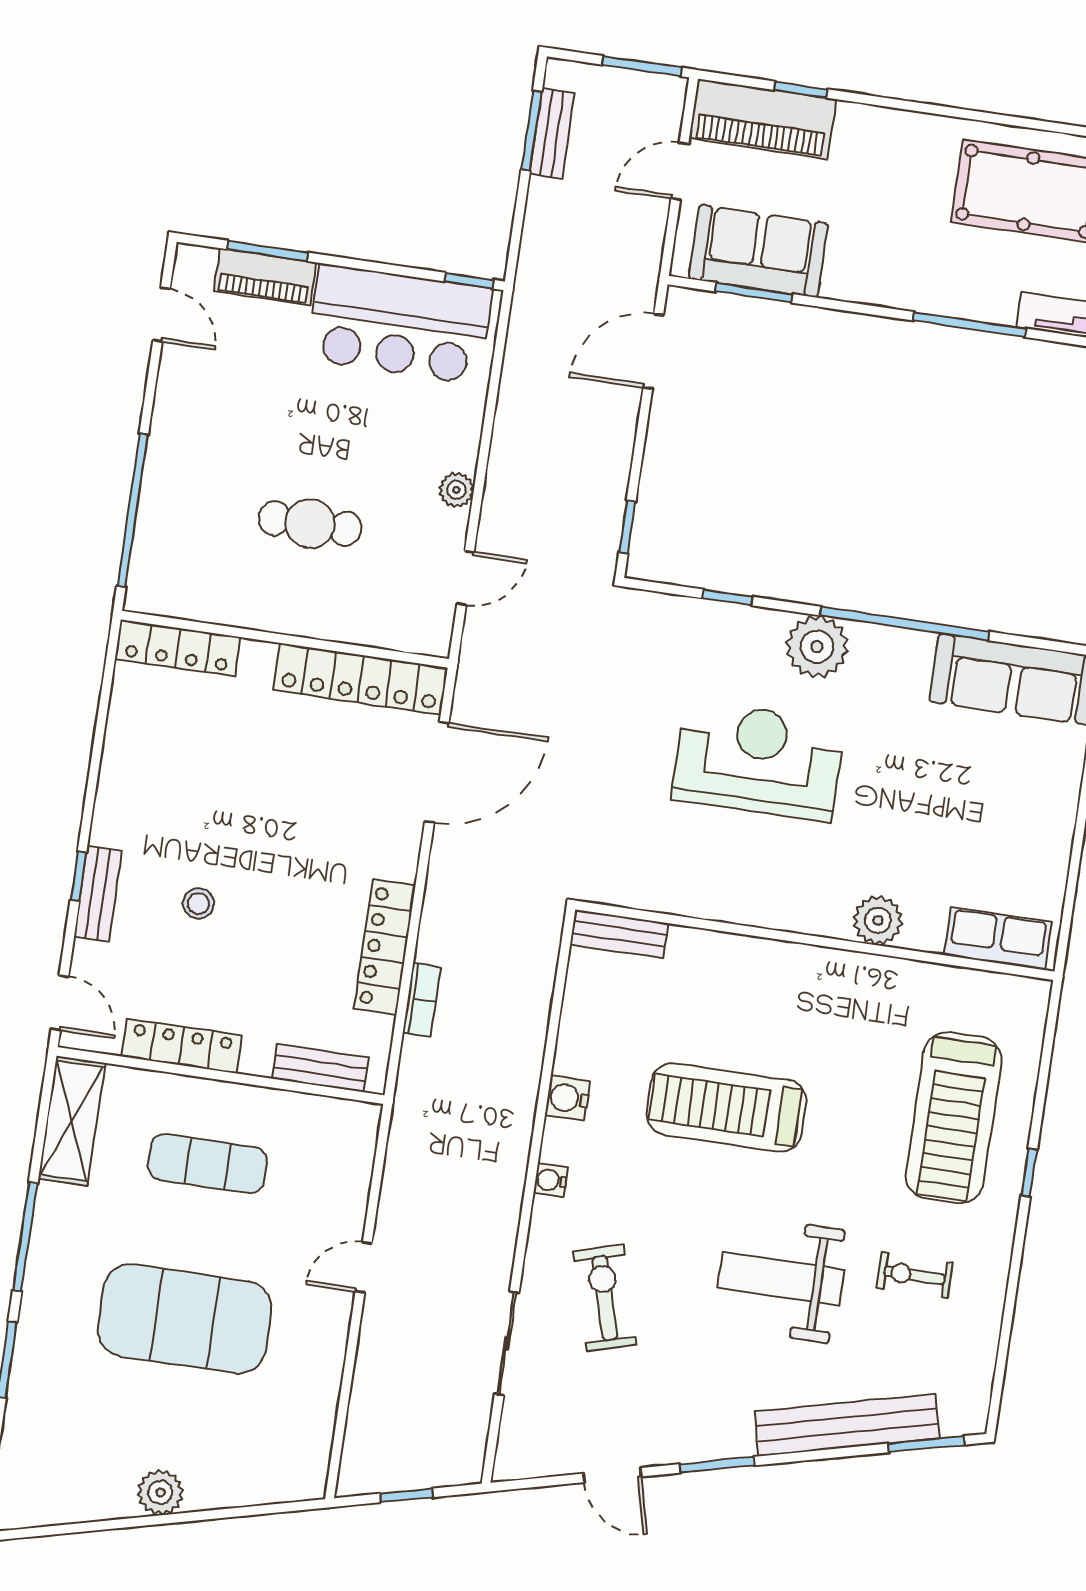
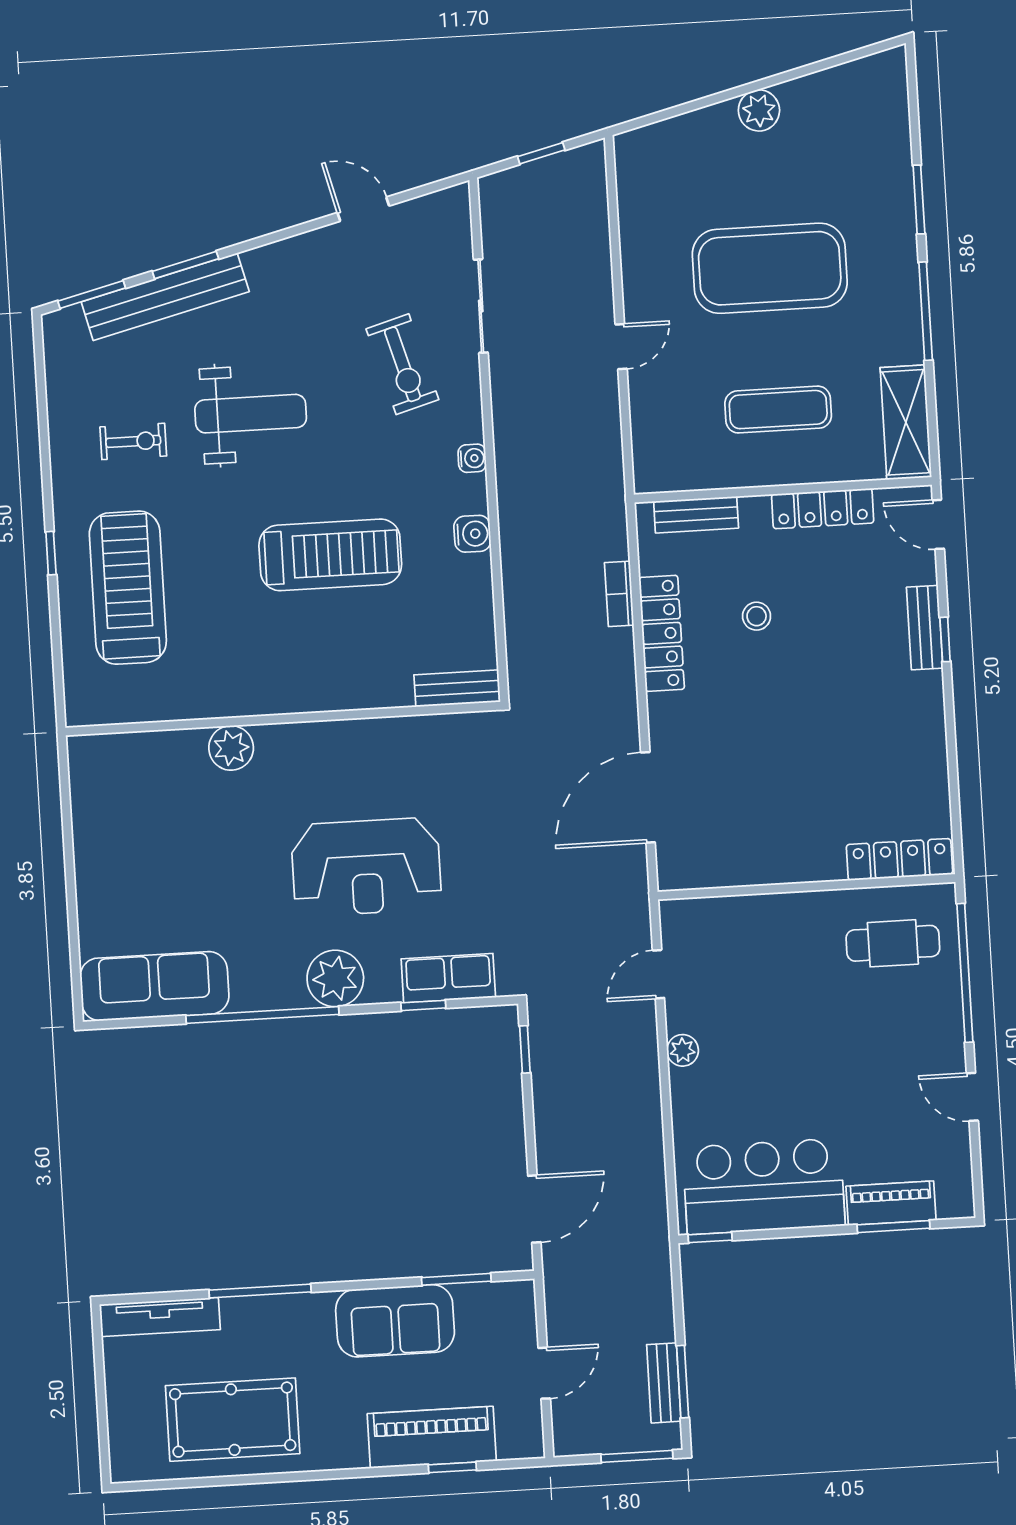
window: (642, 66) -> (637, 1456), moved
piano: (763, 119) -> (432, 1437), moved
sofa: (758, 251) -> (395, 1321), moved
door: (161, 315) -> (972, 1097), moved
cafe table: (310, 523) -> (893, 943), moved
locker: (361, 679) -> (732, 866), removed
stool: (198, 903) -> (757, 616), moved
row of seats: (998, 938) -> (448, 978), moved, turned 180
window: (717, 1465) -> (185, 265), moved

